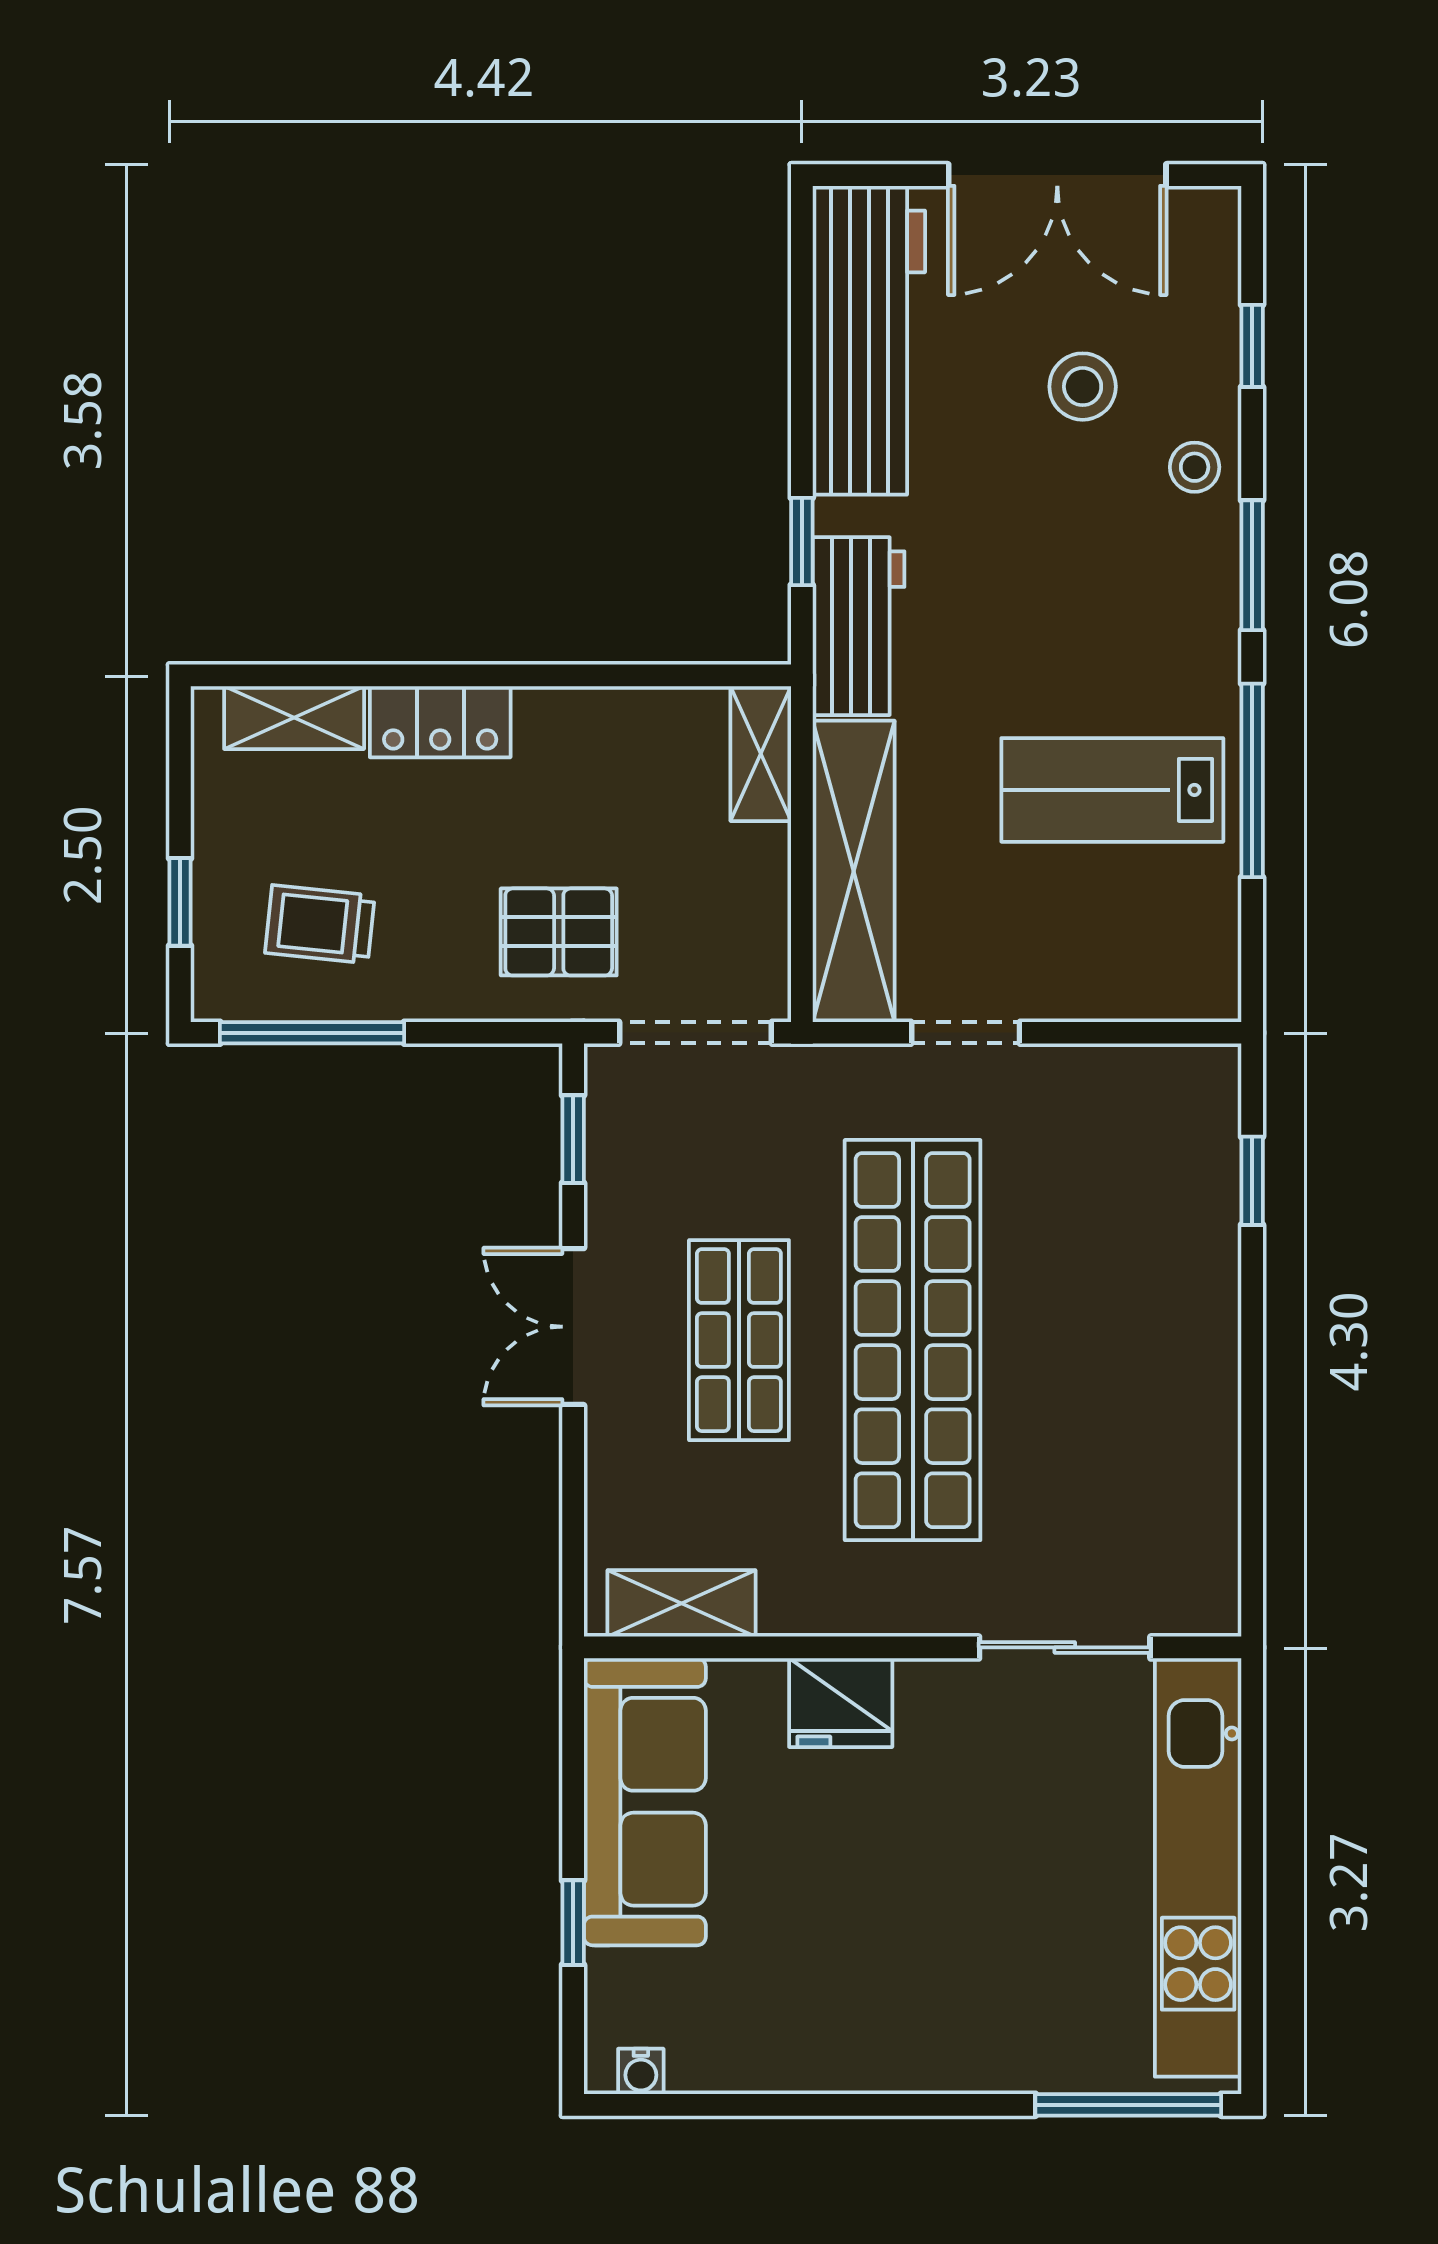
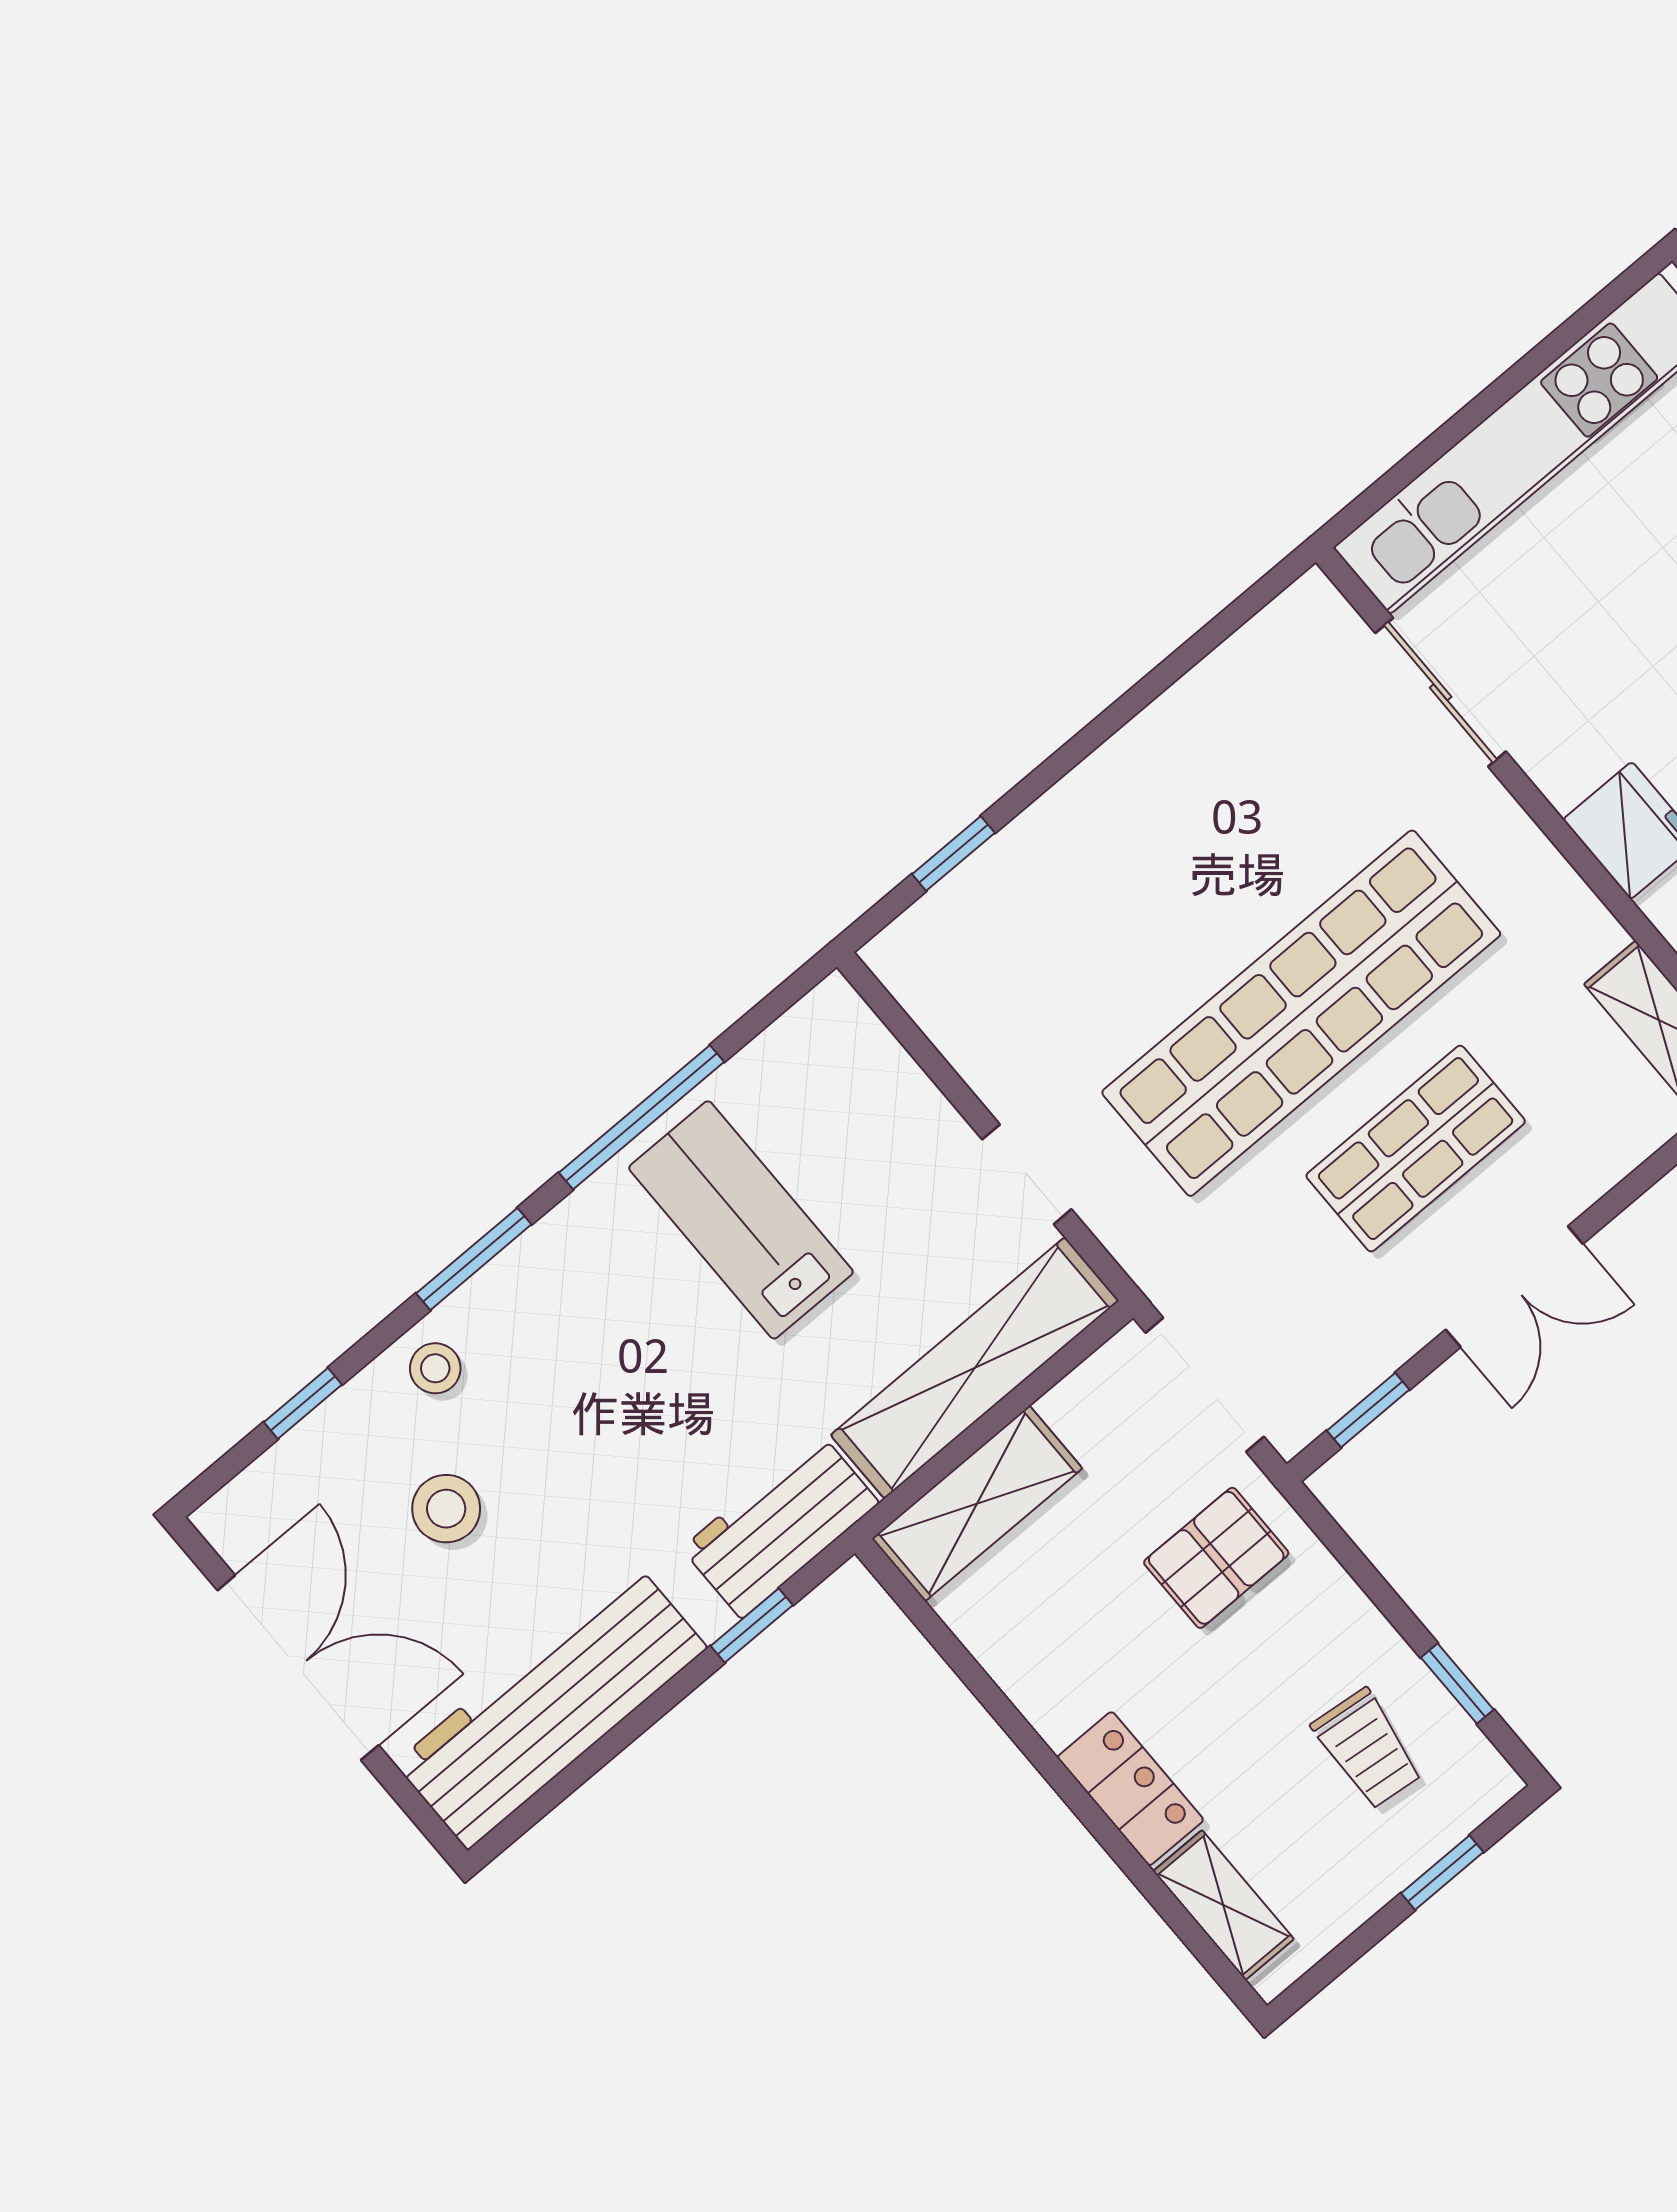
shelving: (761, 754) -> (977, 1503), width x1.50, depth x1.33
lab bench: (1112, 790) -> (741, 1220), turned 180
pallet: (559, 932) -> (1216, 1558), turned 90
window: (312, 1033) -> (1457, 1684), width x0.46

